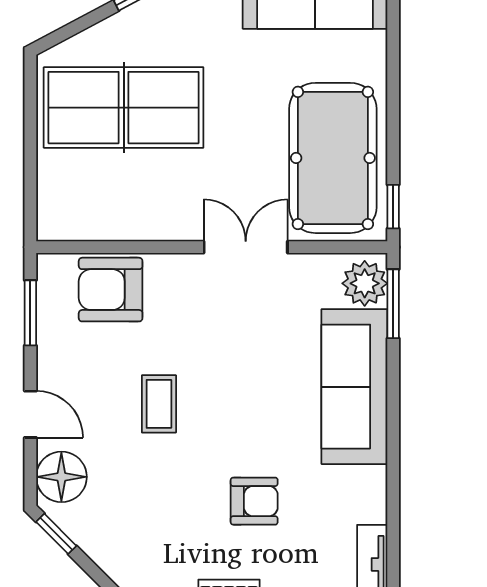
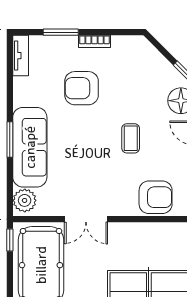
window: (393, 304) -> (10, 139), moved
armchair: (254, 501) -> (82, 88), width x1.38, depth x1.38

